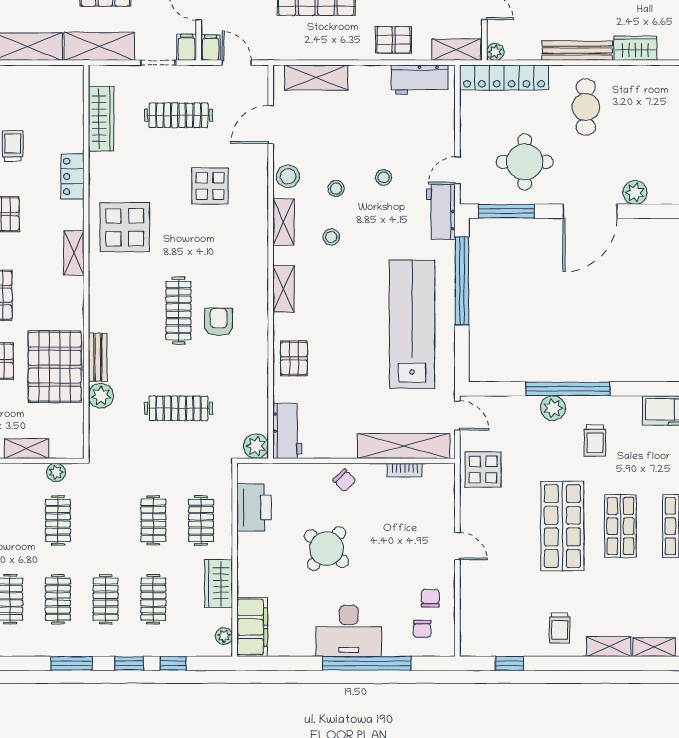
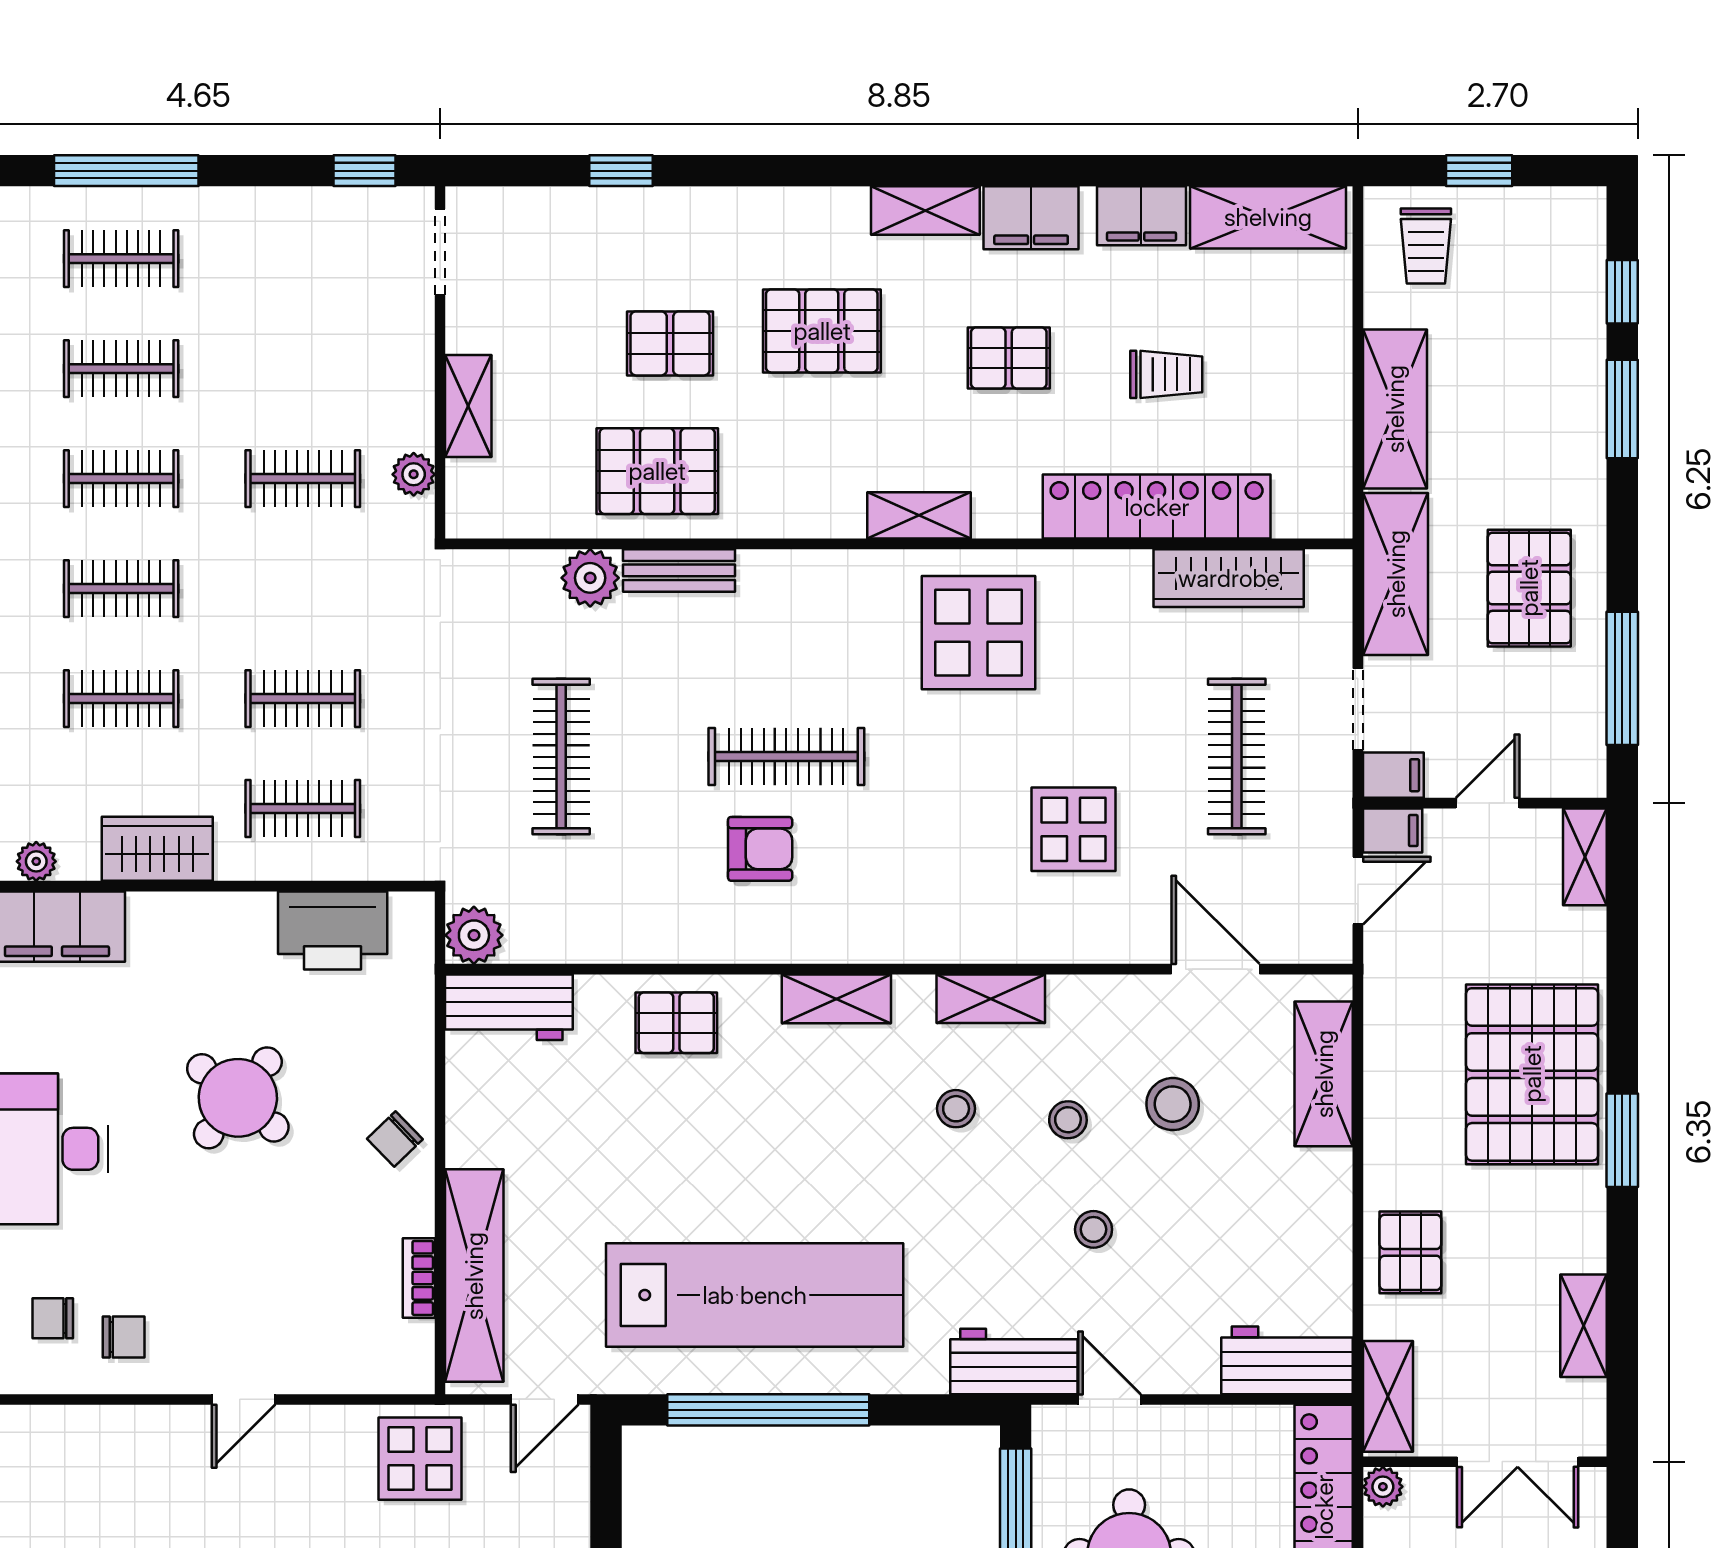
workbench: (420, 80) -> (1287, 1360), moved, turned 90
locker: (72, 176) -> (1157, 507), width x2.16, depth x1.21
stool: (288, 176) -> (1173, 1104), moved
window: (462, 281) -> (768, 1410), moved
pallet: (55, 367) -> (657, 471), width x0.73, depth x0.71

